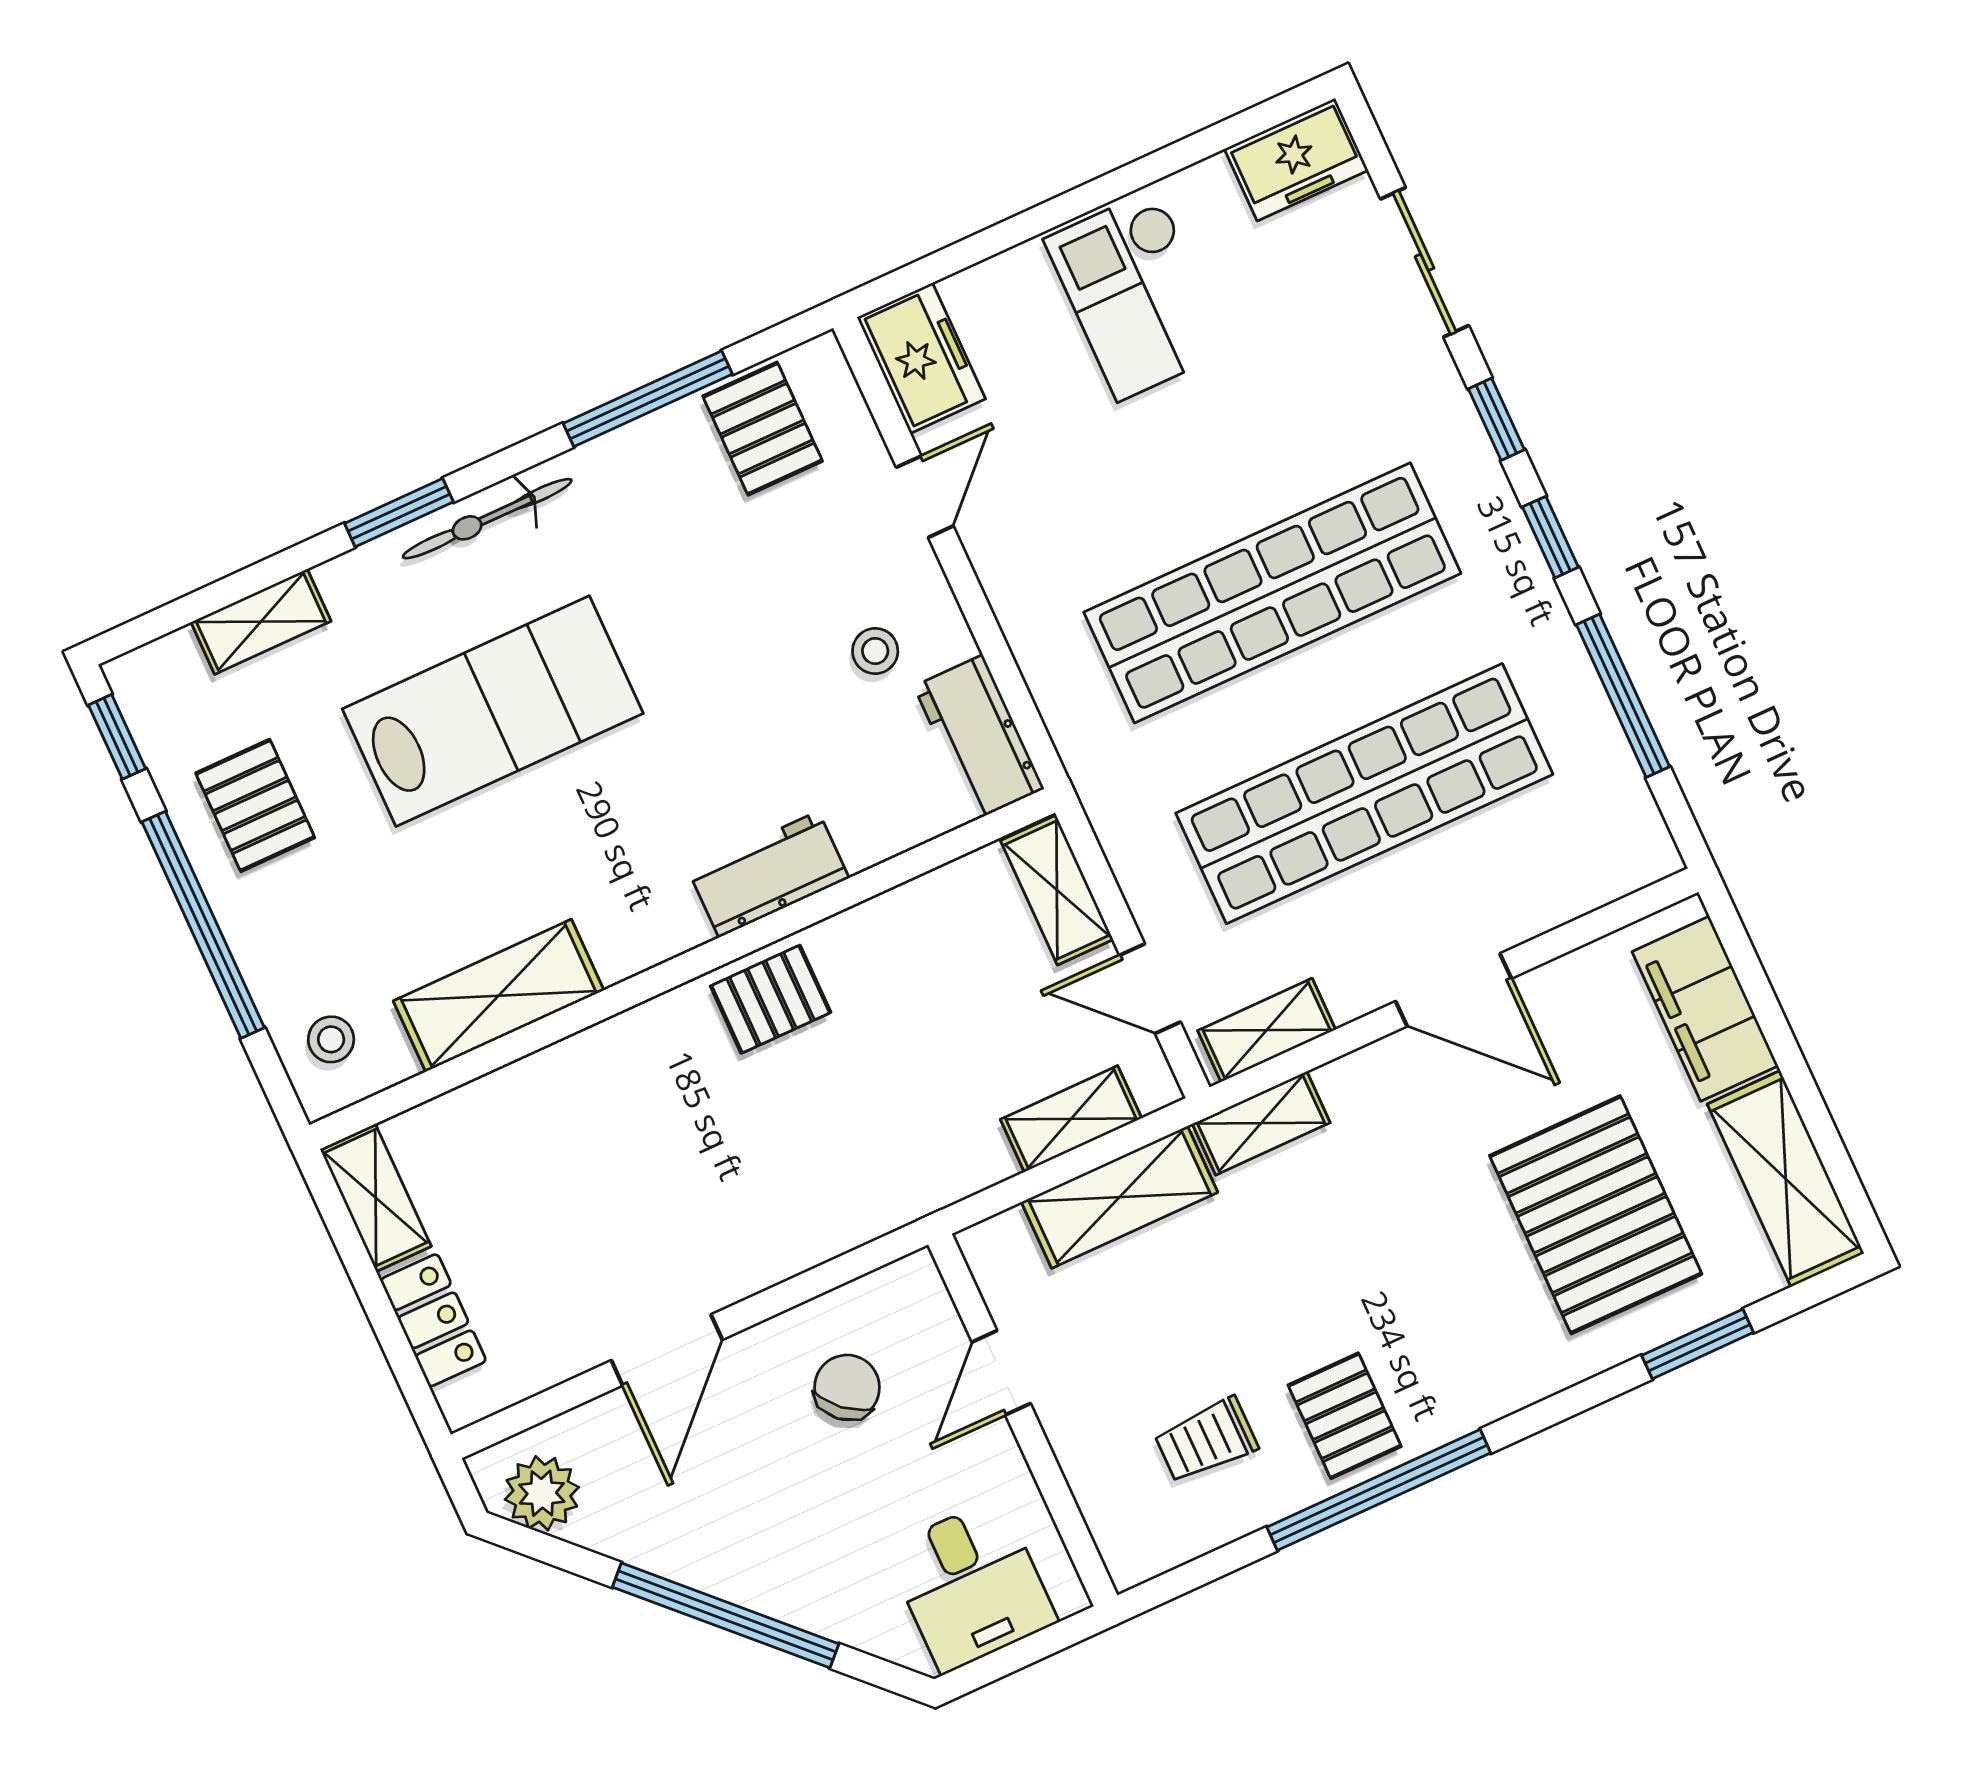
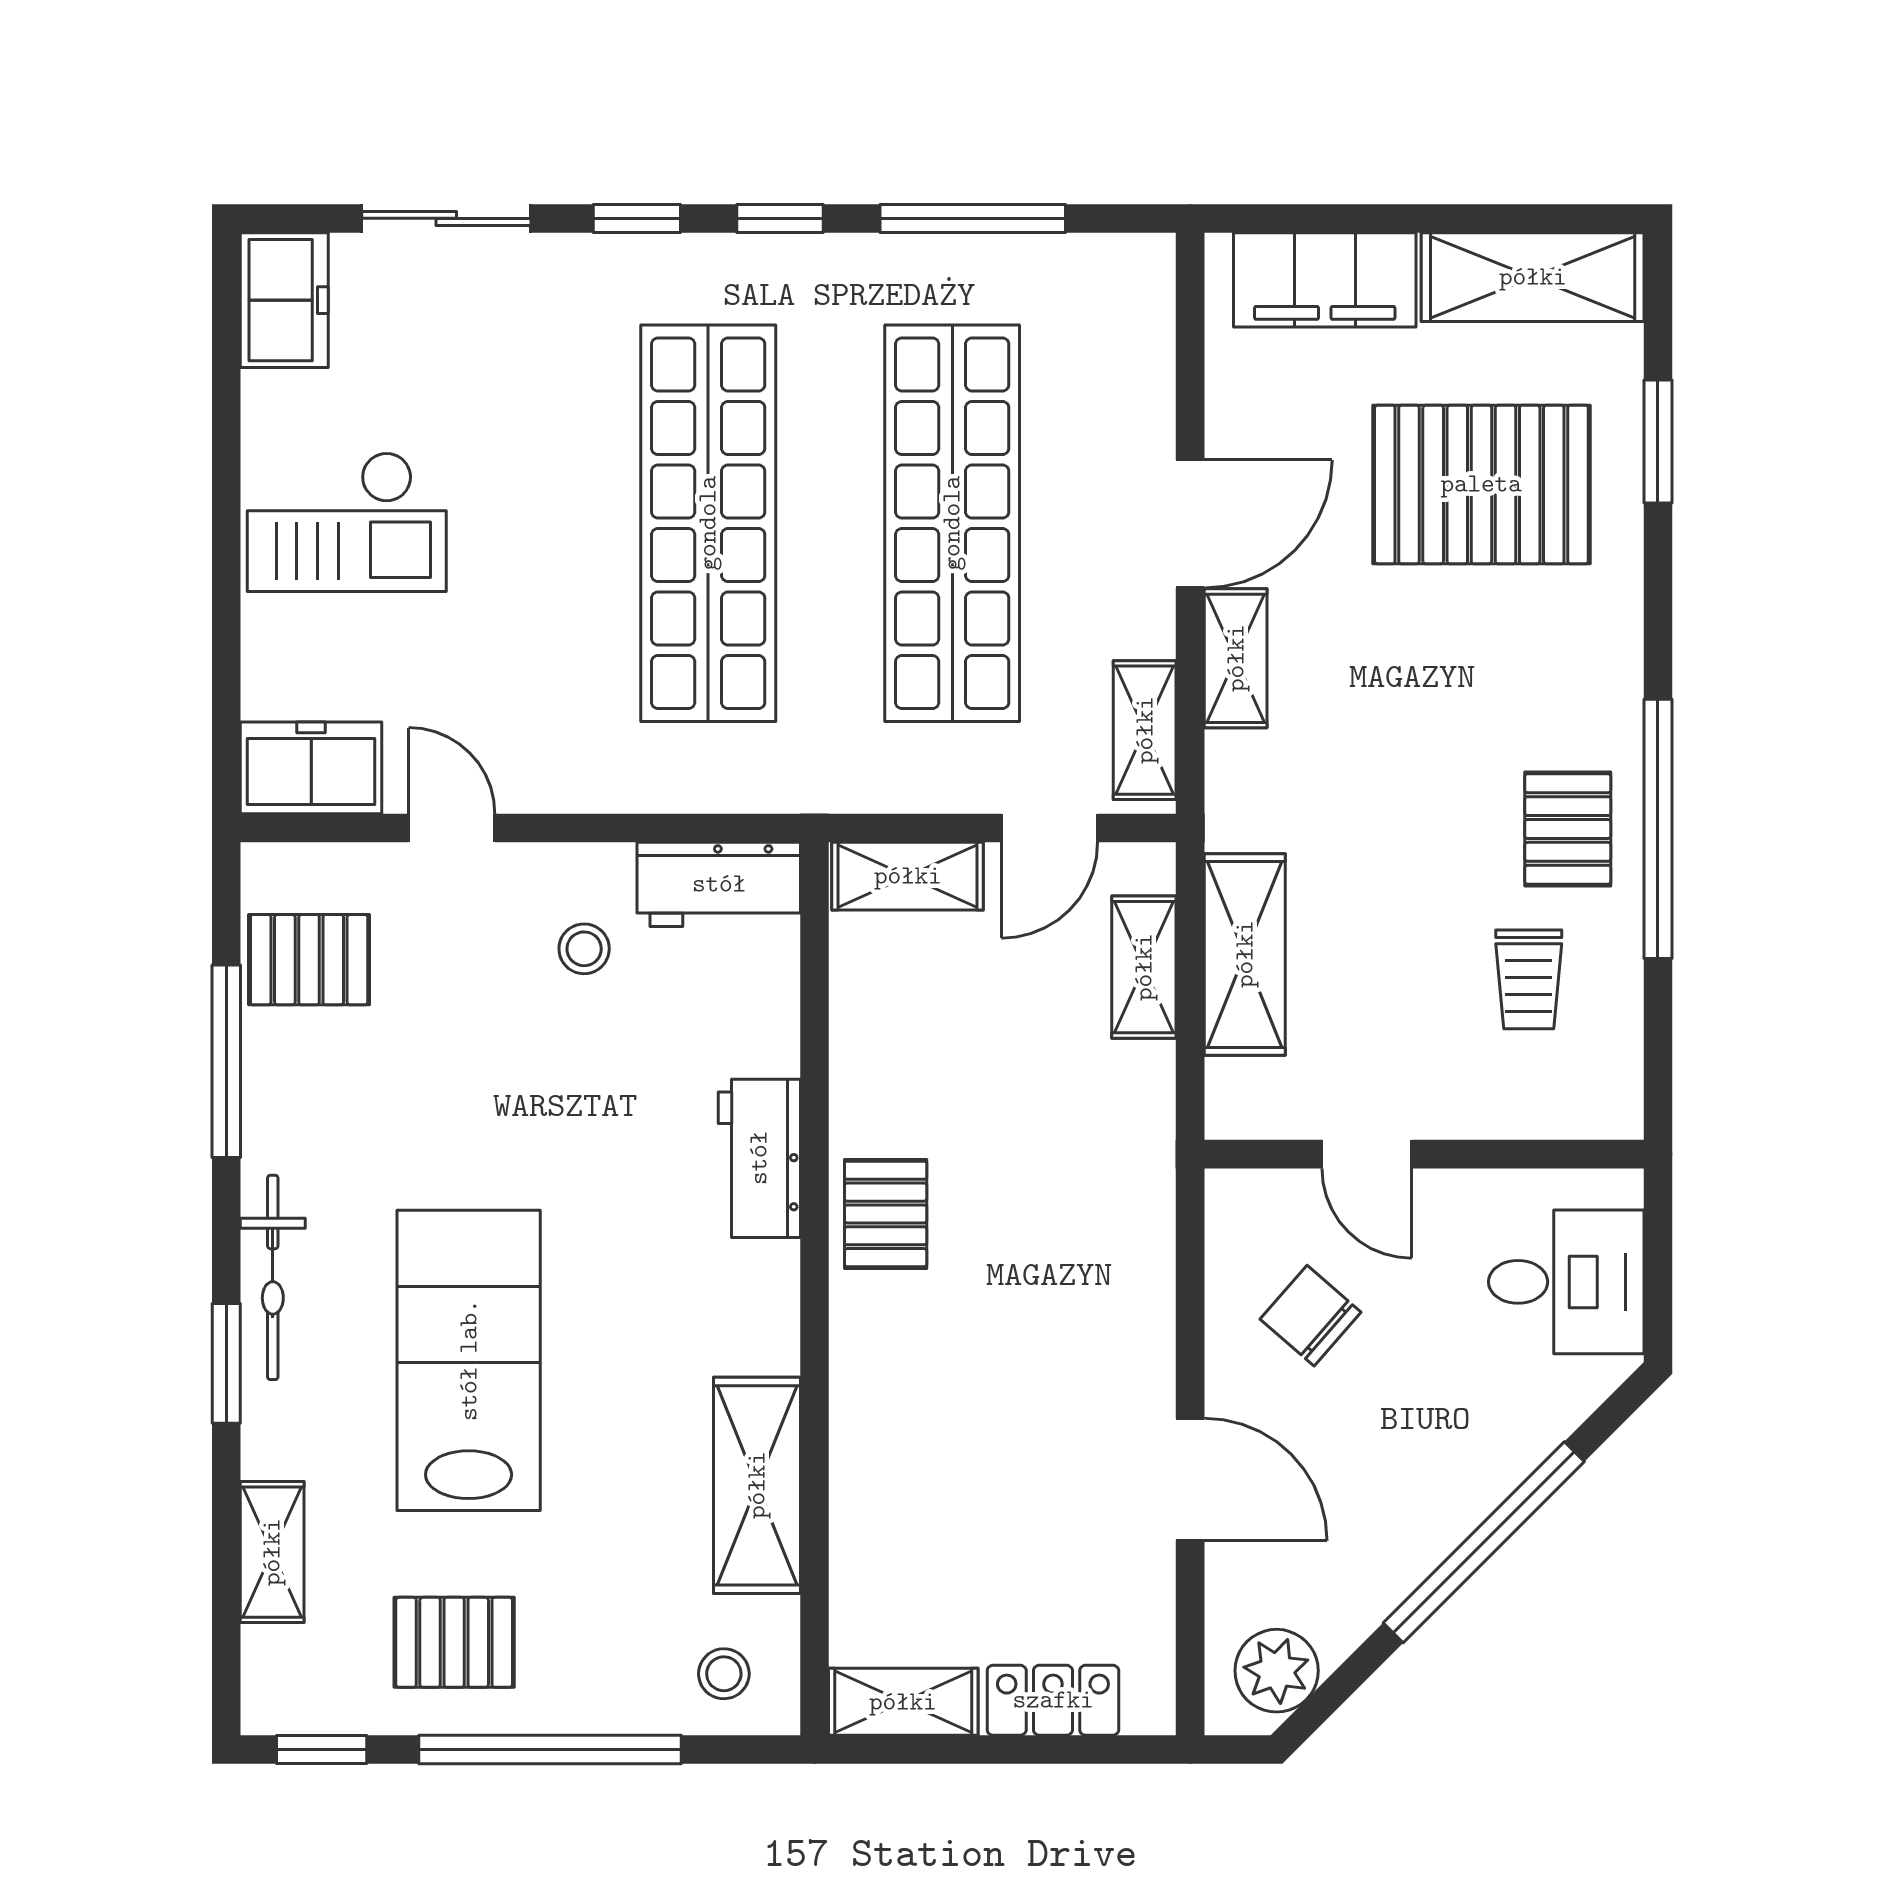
shelving: (1261, 1123) -> (1236, 658), moved
pallet: (1345, 1416) -> (1568, 829), turned 90

